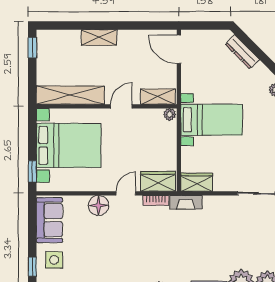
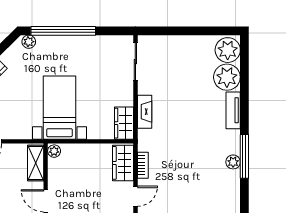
door: (126, 193) -> (135, 196), swing flipped
fireplace: (186, 202) -> (145, 112), moved

